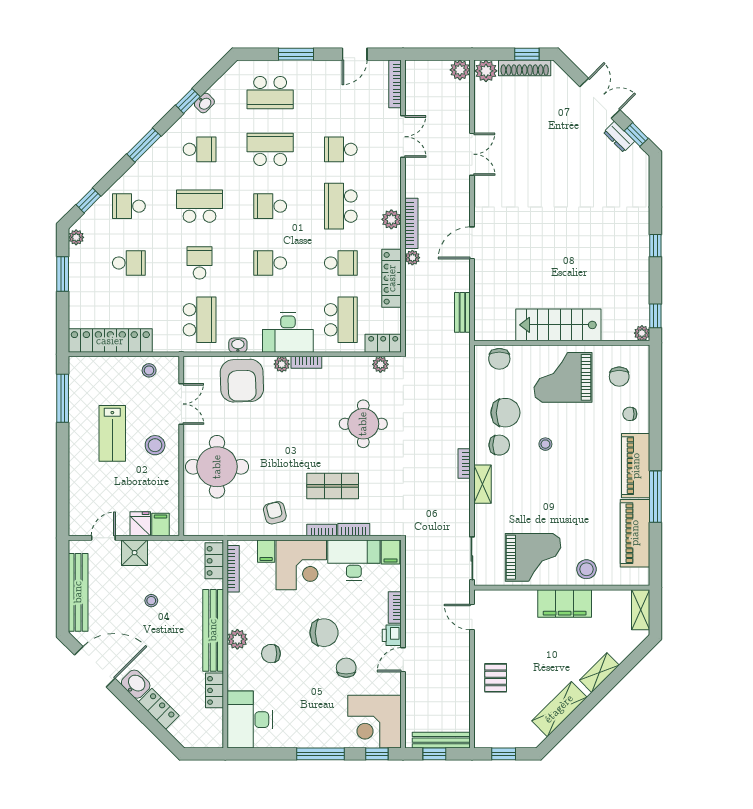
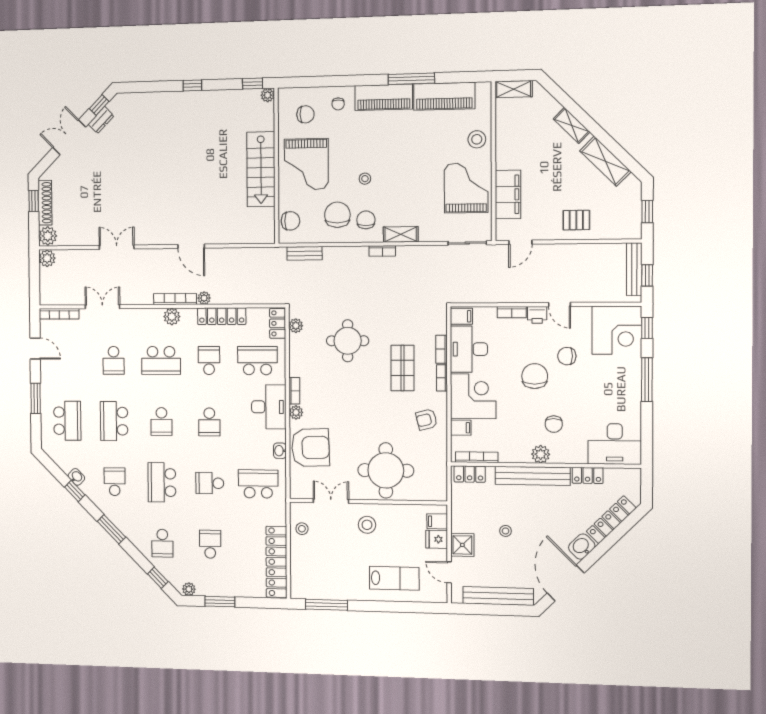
bench: (462, 312) -> (305, 253), moved
lab bench: (112, 433) -> (394, 578), moved
filing cabinet: (565, 603) -> (508, 194), moved
locker: (159, 709) -> (611, 520), width x1.53

